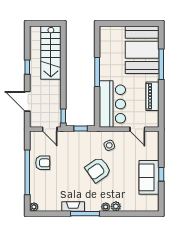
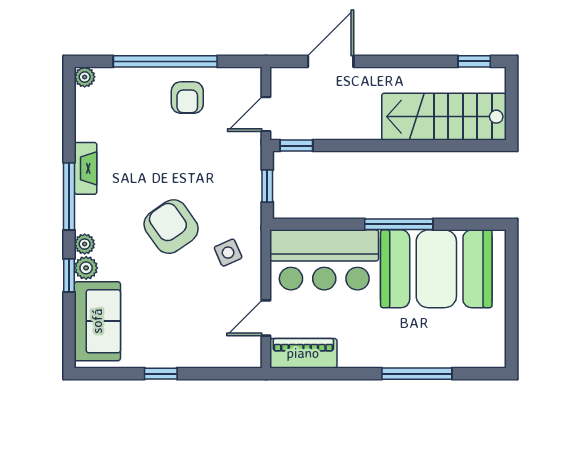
booth: (142, 50) -> (436, 269), moved
window: (27, 67) -> (474, 61), moved
piano: (152, 96) -> (303, 353), moved
sofa: (149, 177) -> (97, 321), moved, turned 90
window: (119, 214) -> (69, 275), added

